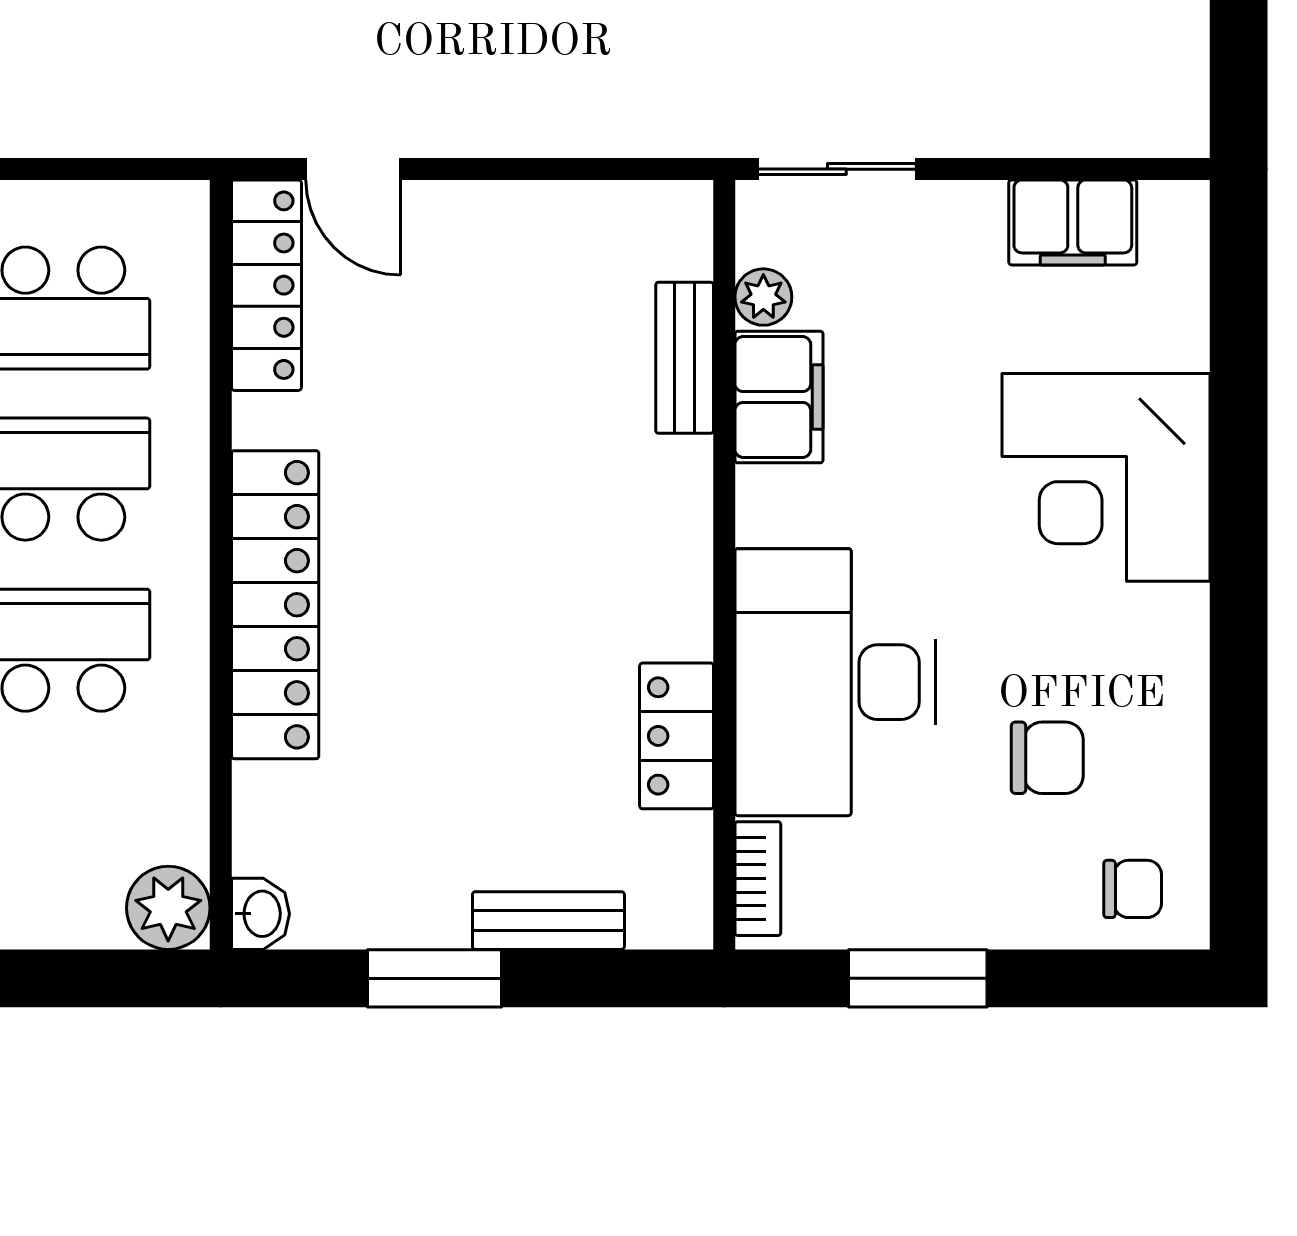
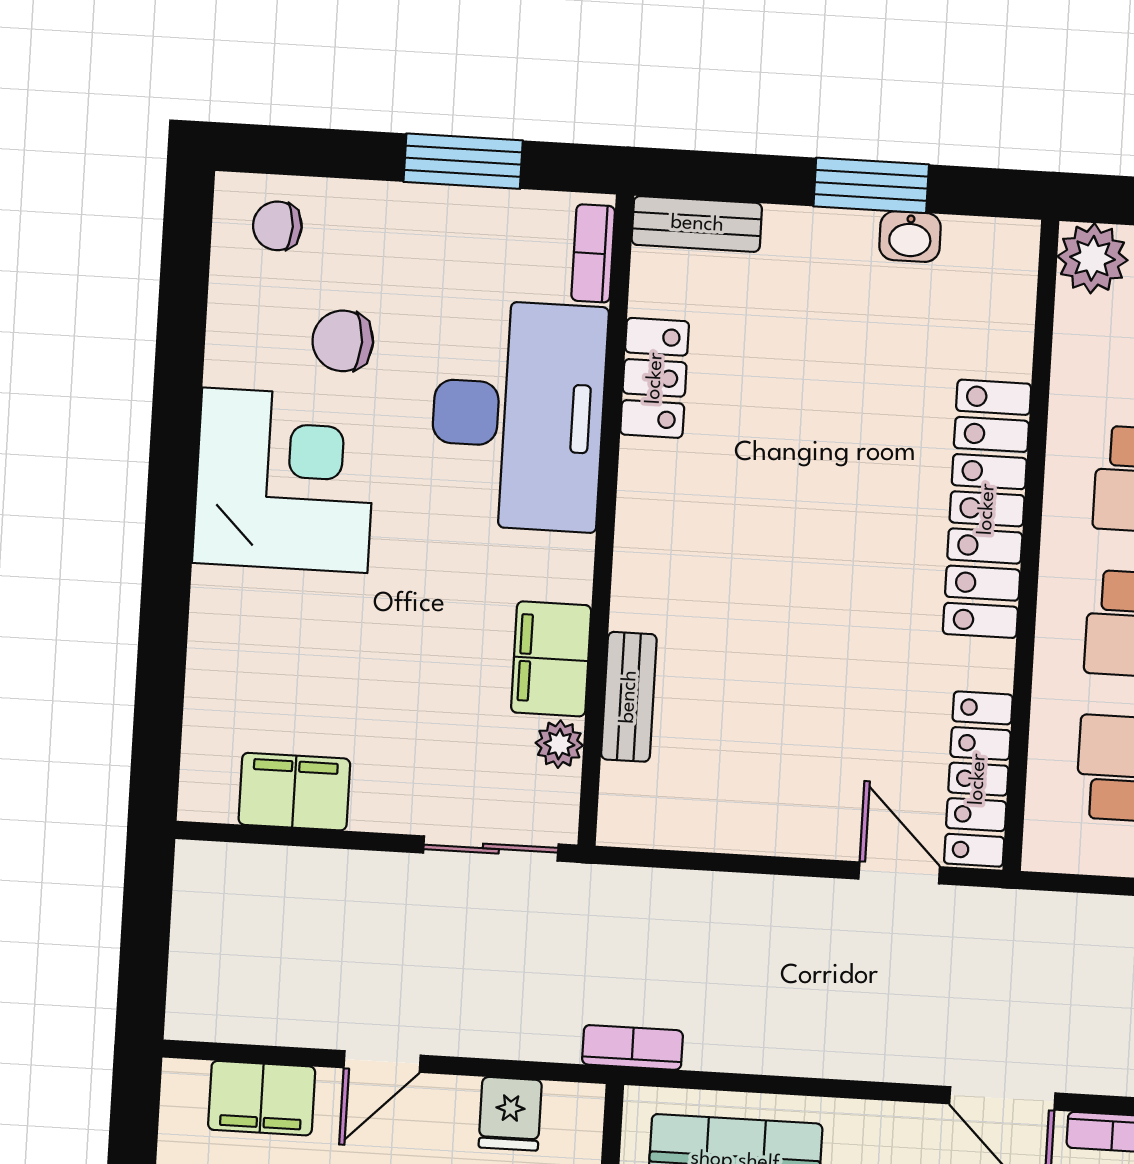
corner desk: (1106, 477) -> (285, 480), moved
washbasin: (260, 914) -> (910, 237), moved, turned -90
bench: (548, 921) -> (697, 224), moved

